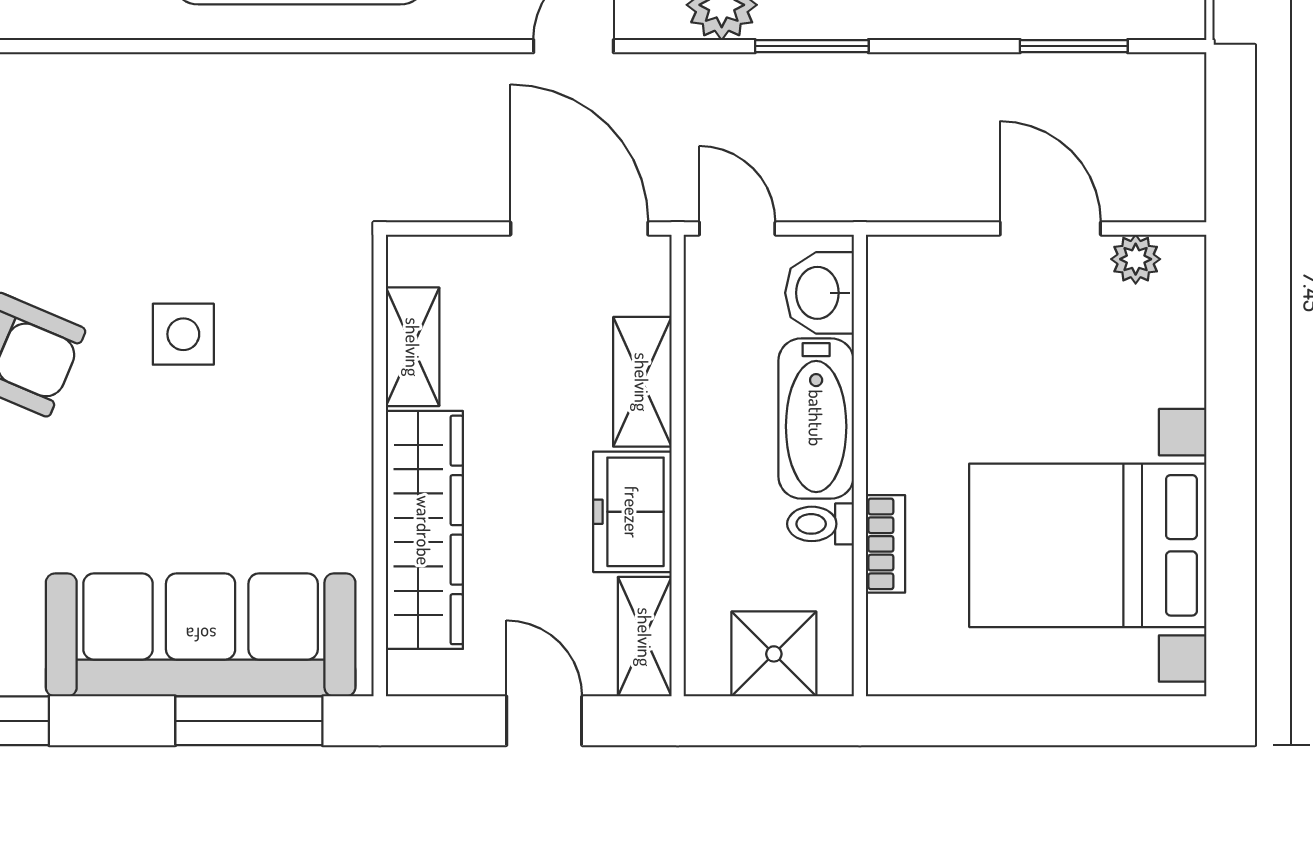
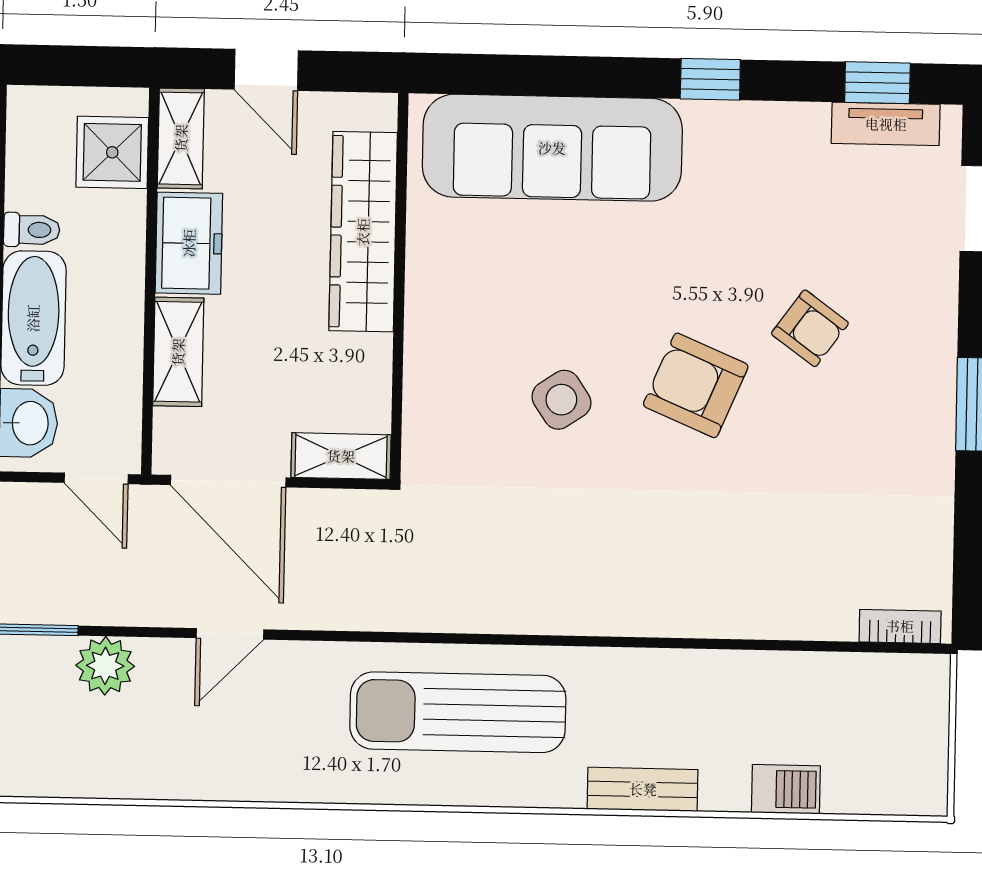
side table: (183, 334) -> (561, 400), turned -34
shelving: (413, 347) -> (341, 456), moved, turned 90
shower: (774, 654) -> (112, 152), moved
window: (249, 721) -> (513, 75), removed

